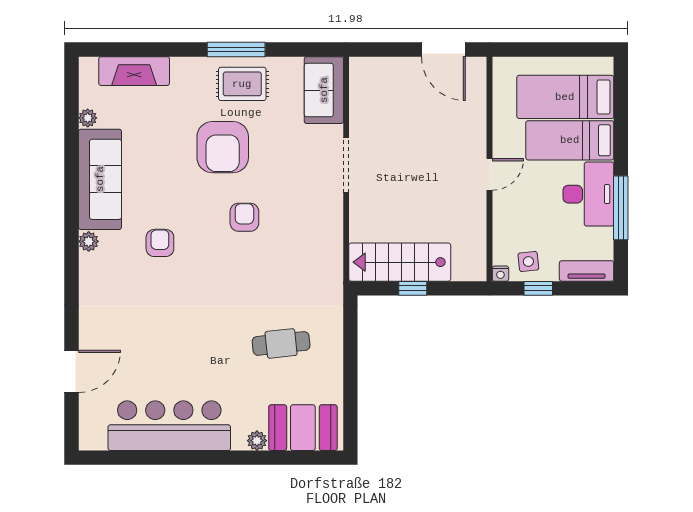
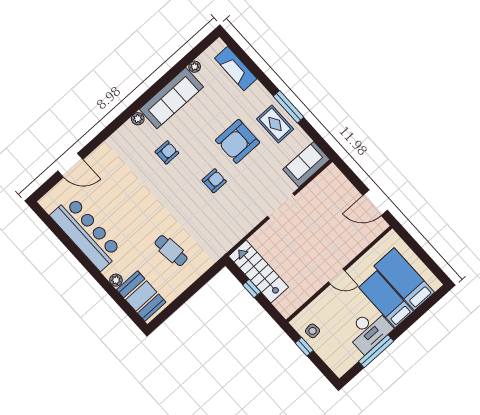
door: (443, 49) -> (375, 203), hinge flipped
tv unit: (587, 271) -> (333, 362), removed
nightstand: (500, 274) -> (295, 323), removed

